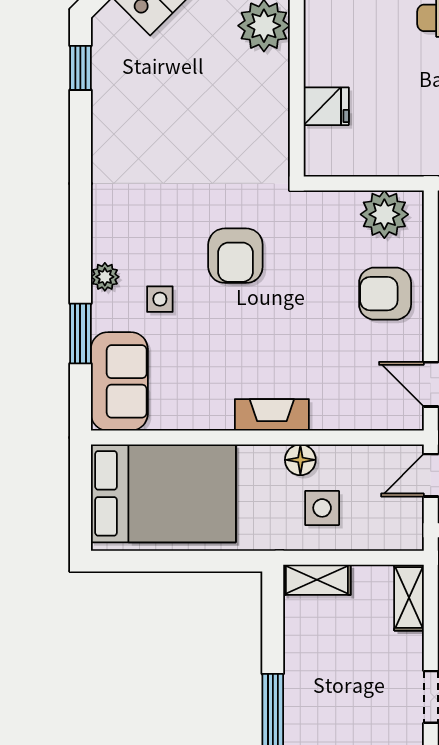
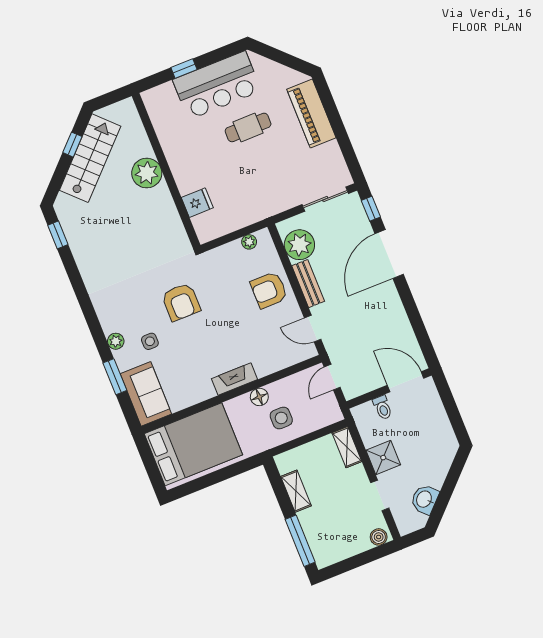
plant: (384, 214) -> (249, 242), width x0.53, depth x0.53
shelving: (317, 580) -> (296, 491), moved, turned 90

